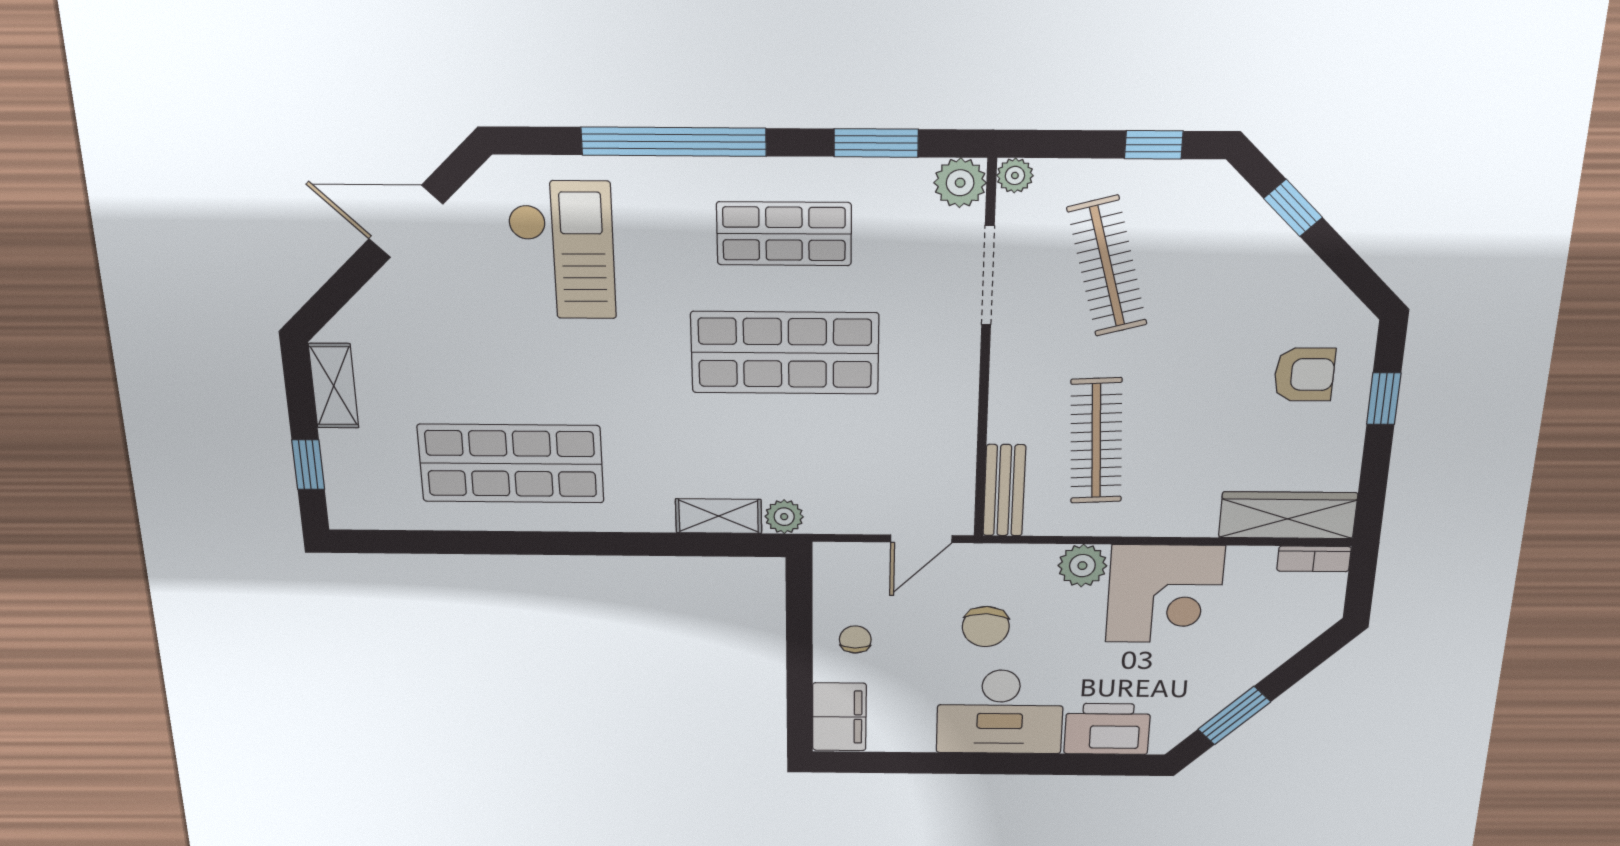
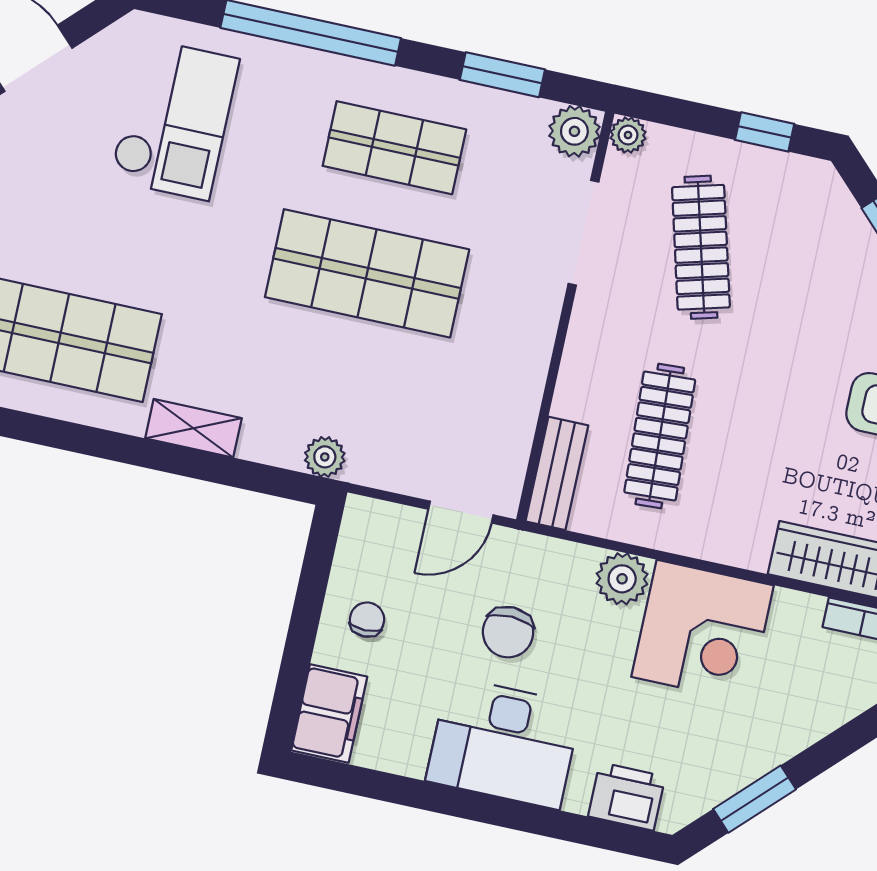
shelving: (719, 516) -> (193, 428), moved
printer: (1107, 729) -> (627, 796), width x0.73, depth x0.84

